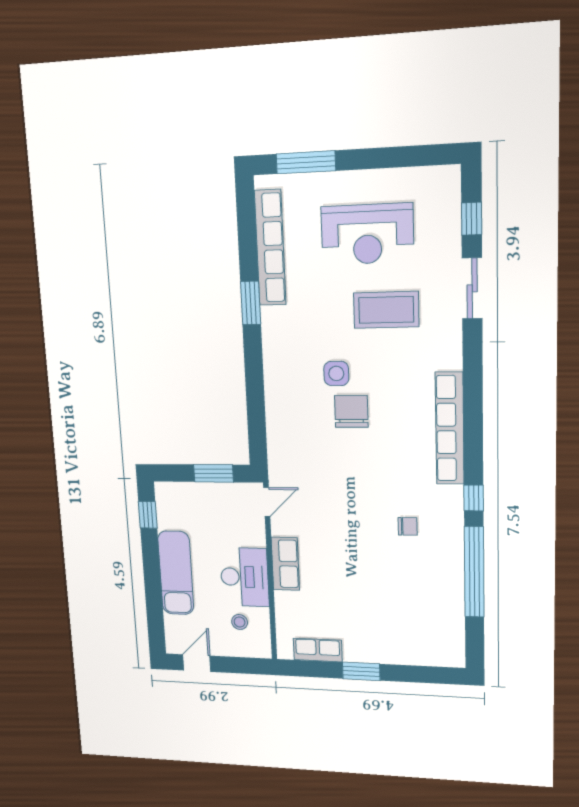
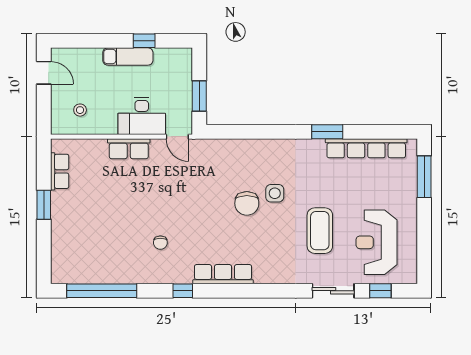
reception desk: (367, 234) -> (376, 242), moved
chair: (351, 411) -> (247, 203), turned 90
row of seats: (450, 428) -> (223, 274), width x0.73
window: (148, 515) -> (144, 41), moved
window: (474, 572) -> (102, 291), moved
exam couch: (176, 573) -> (128, 56), width x0.73, depth x0.69
desk: (244, 577) -> (142, 116), moved

